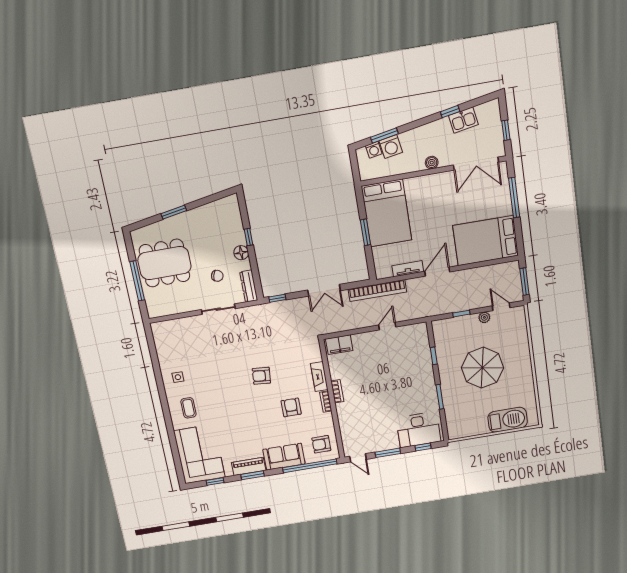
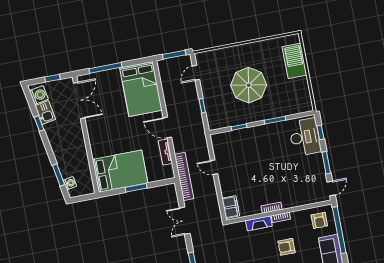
washing machine: (391, 147) -> (39, 95), moved
boiler: (432, 163) -> (79, 136), removed
double door: (324, 290) -> (185, 221), swing flipped
plant: (484, 317) -> (205, 86), removed

